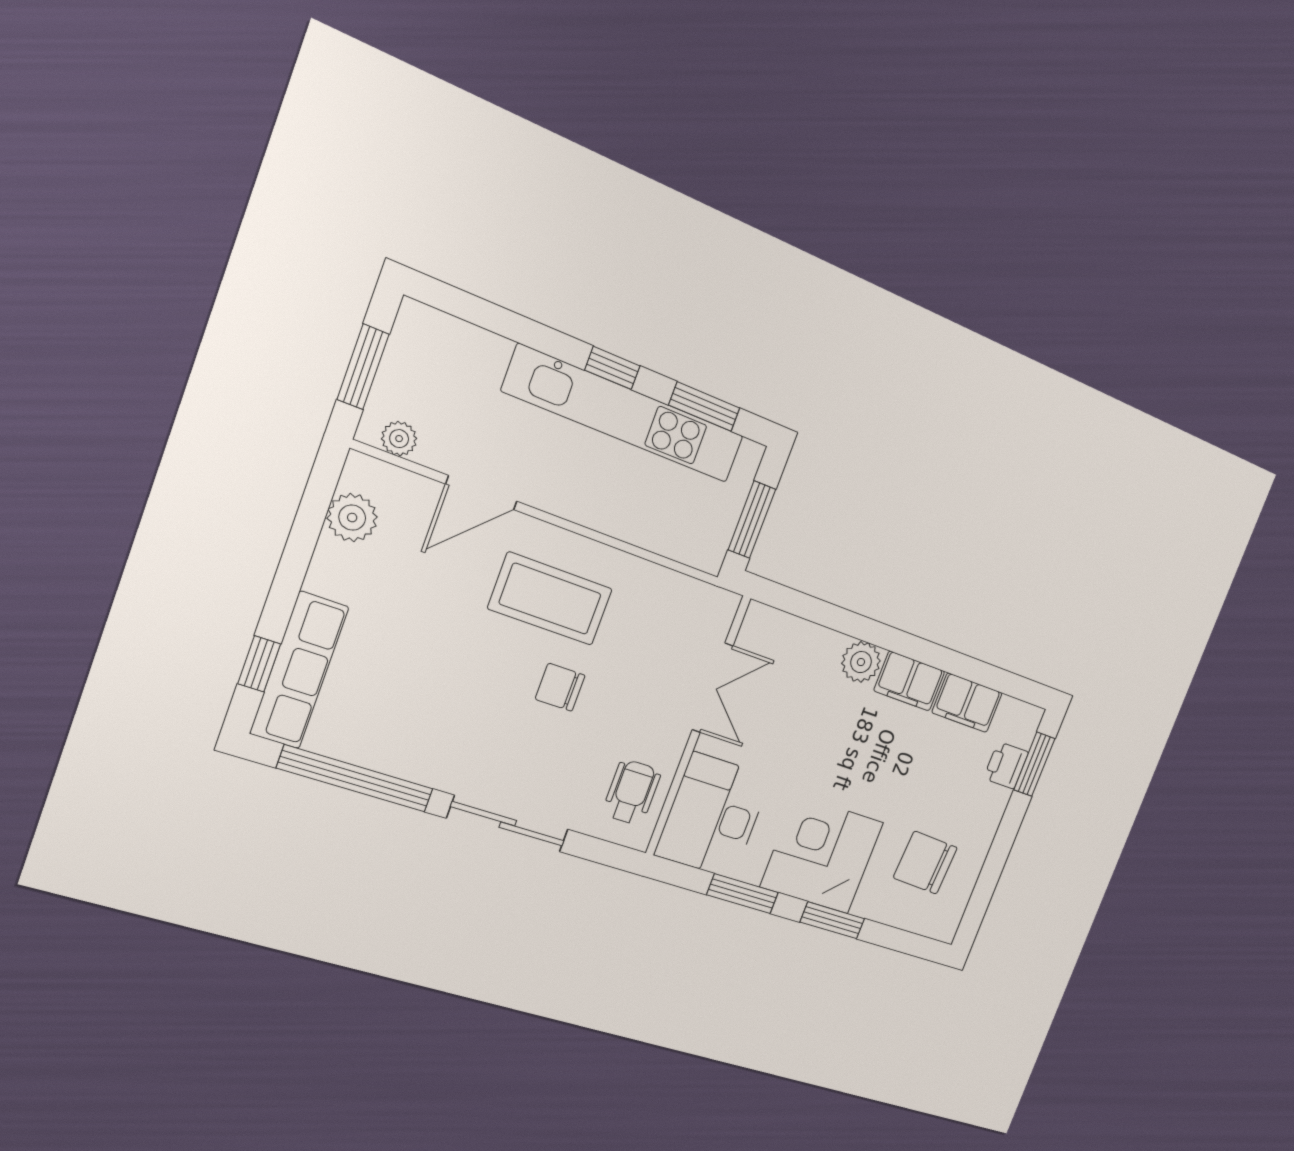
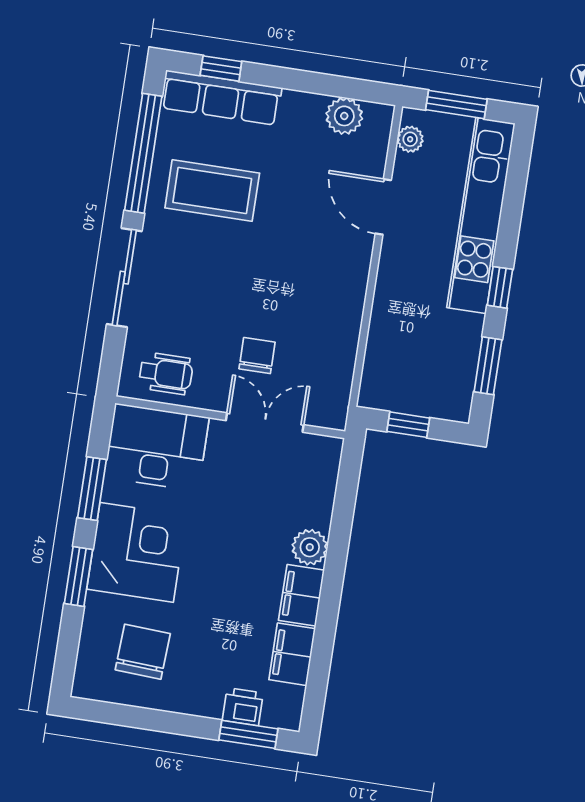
kitchen unit: (625, 414) -> (481, 215), moved
window: (752, 520) -> (408, 425), width x0.67
coffee table: (550, 599) -> (212, 191), moved, turned 90
chair: (560, 687) -> (257, 356), moved
double door: (712, 688) -> (265, 423), swing flipped

